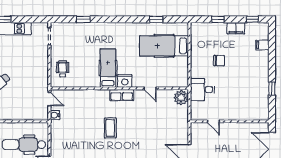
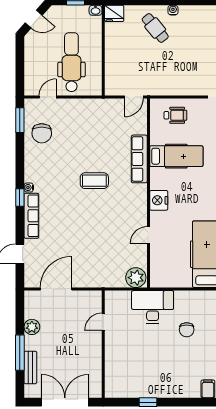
hospital bed: (108, 68) -> (176, 156), moved
desk: (202, 90) -> (153, 307), width x1.37
row of seats: (122, 95) -> (139, 159), moved, width x1.48
water cooler: (55, 115) -> (112, 105), removed

